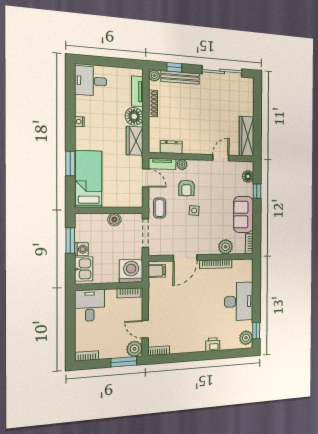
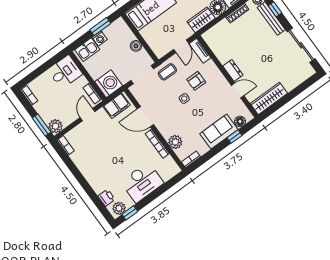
dresser: (171, 147) -> (233, 71), moved
plant: (182, 165) -> (210, 65), removed
sofa: (243, 215) -> (219, 132), moved
filing cabinet: (157, 271) -> (117, 106), width x2.00
door: (145, 329) -> (87, 115), moved
printer: (213, 344) -> (106, 198), moved

